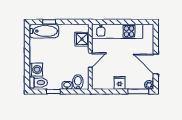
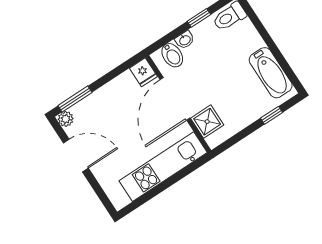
bathtub: (44, 31) -> (271, 73), moved, turned -90
door: (90, 60) -> (175, 99), width x1.87
washing machine: (36, 70) -> (245, 33), removed
fridge: (120, 83) -> (143, 72), moved

